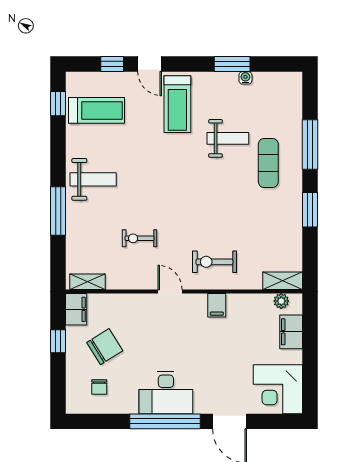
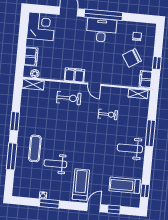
door: (150, 64) -> (94, 208), hinge flipped
filing cabinet: (217, 305) -> (75, 75), width x2.00

